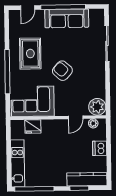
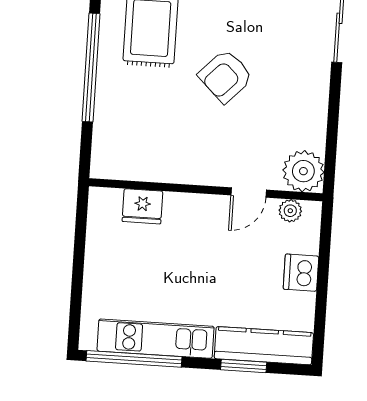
armchair: (62, 71) -> (226, 76), turned -88
corner sofa: (33, 101) -> (147, 145), removed
kitchen unit: (18, 163) -> (156, 339), moved, turned -90

